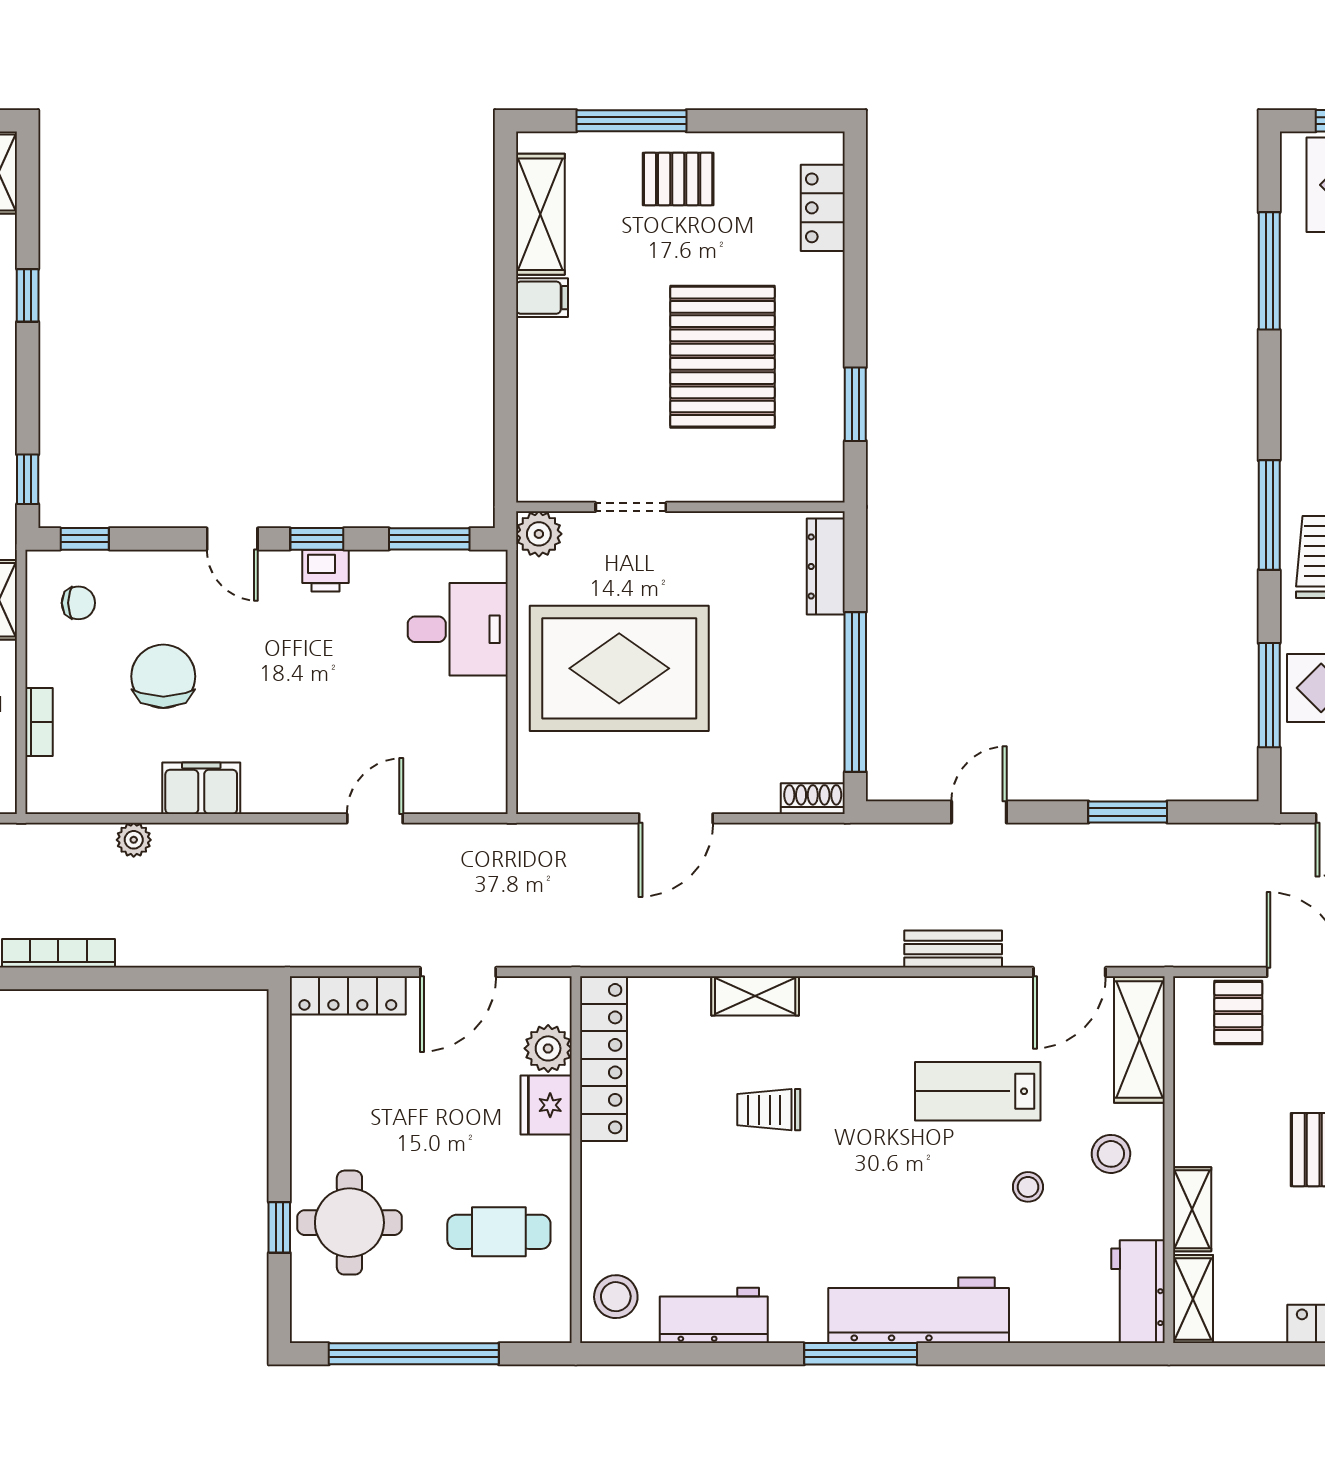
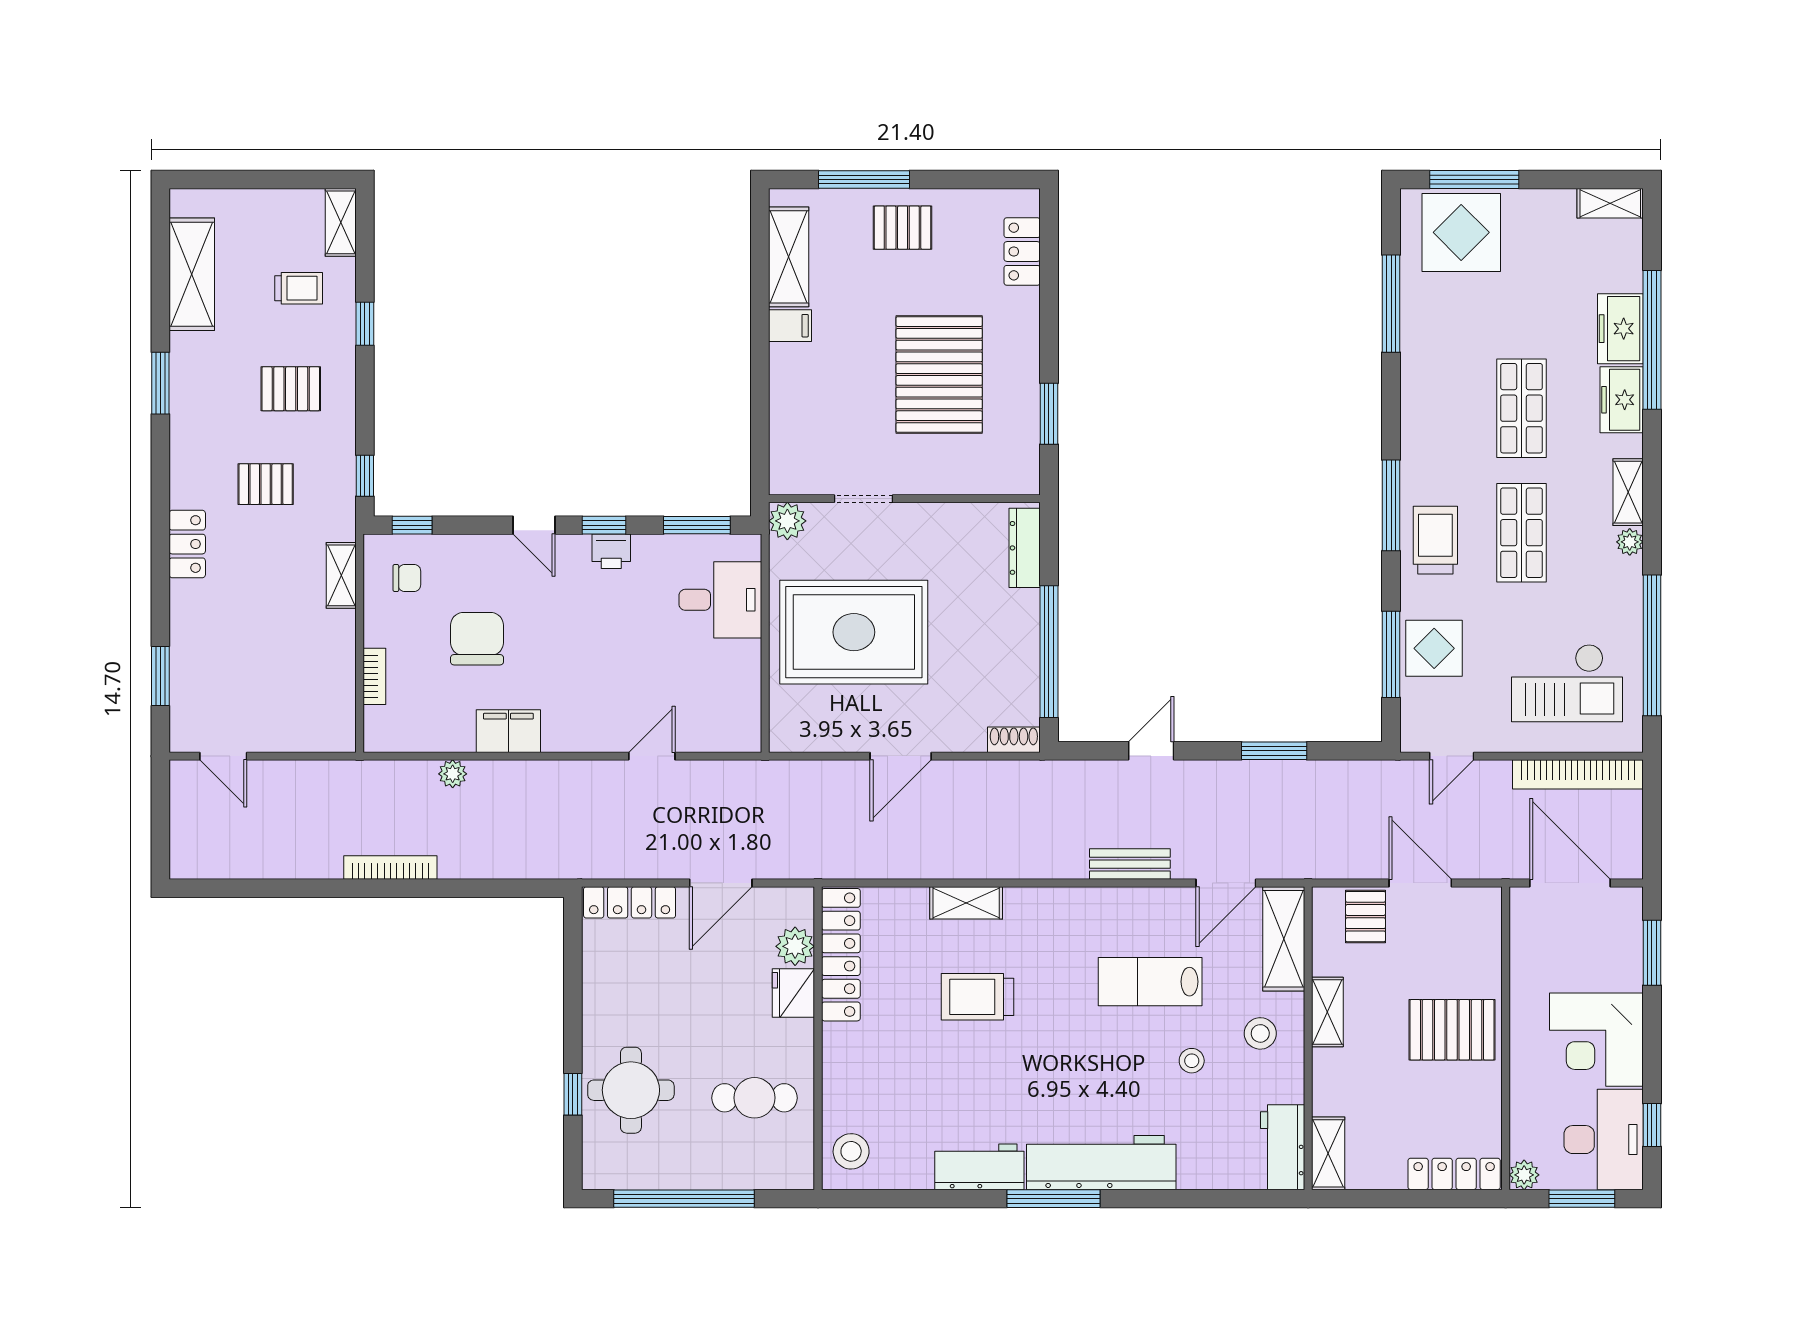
trolley: (769, 1110) -> (977, 997), width x1.36, depth x1.39
shelving: (1192, 1209) -> (1327, 1012), moved
workbench: (714, 1315) -> (979, 1167), moved

